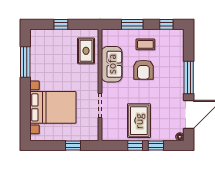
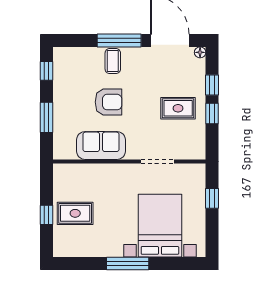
coffee table: (145, 44) -> (113, 61), moved
rug: (86, 51) -> (75, 213), moved
window: (25, 62) -> (128, 263), moved
rug: (139, 121) -> (178, 108), width x0.73, depth x0.70

